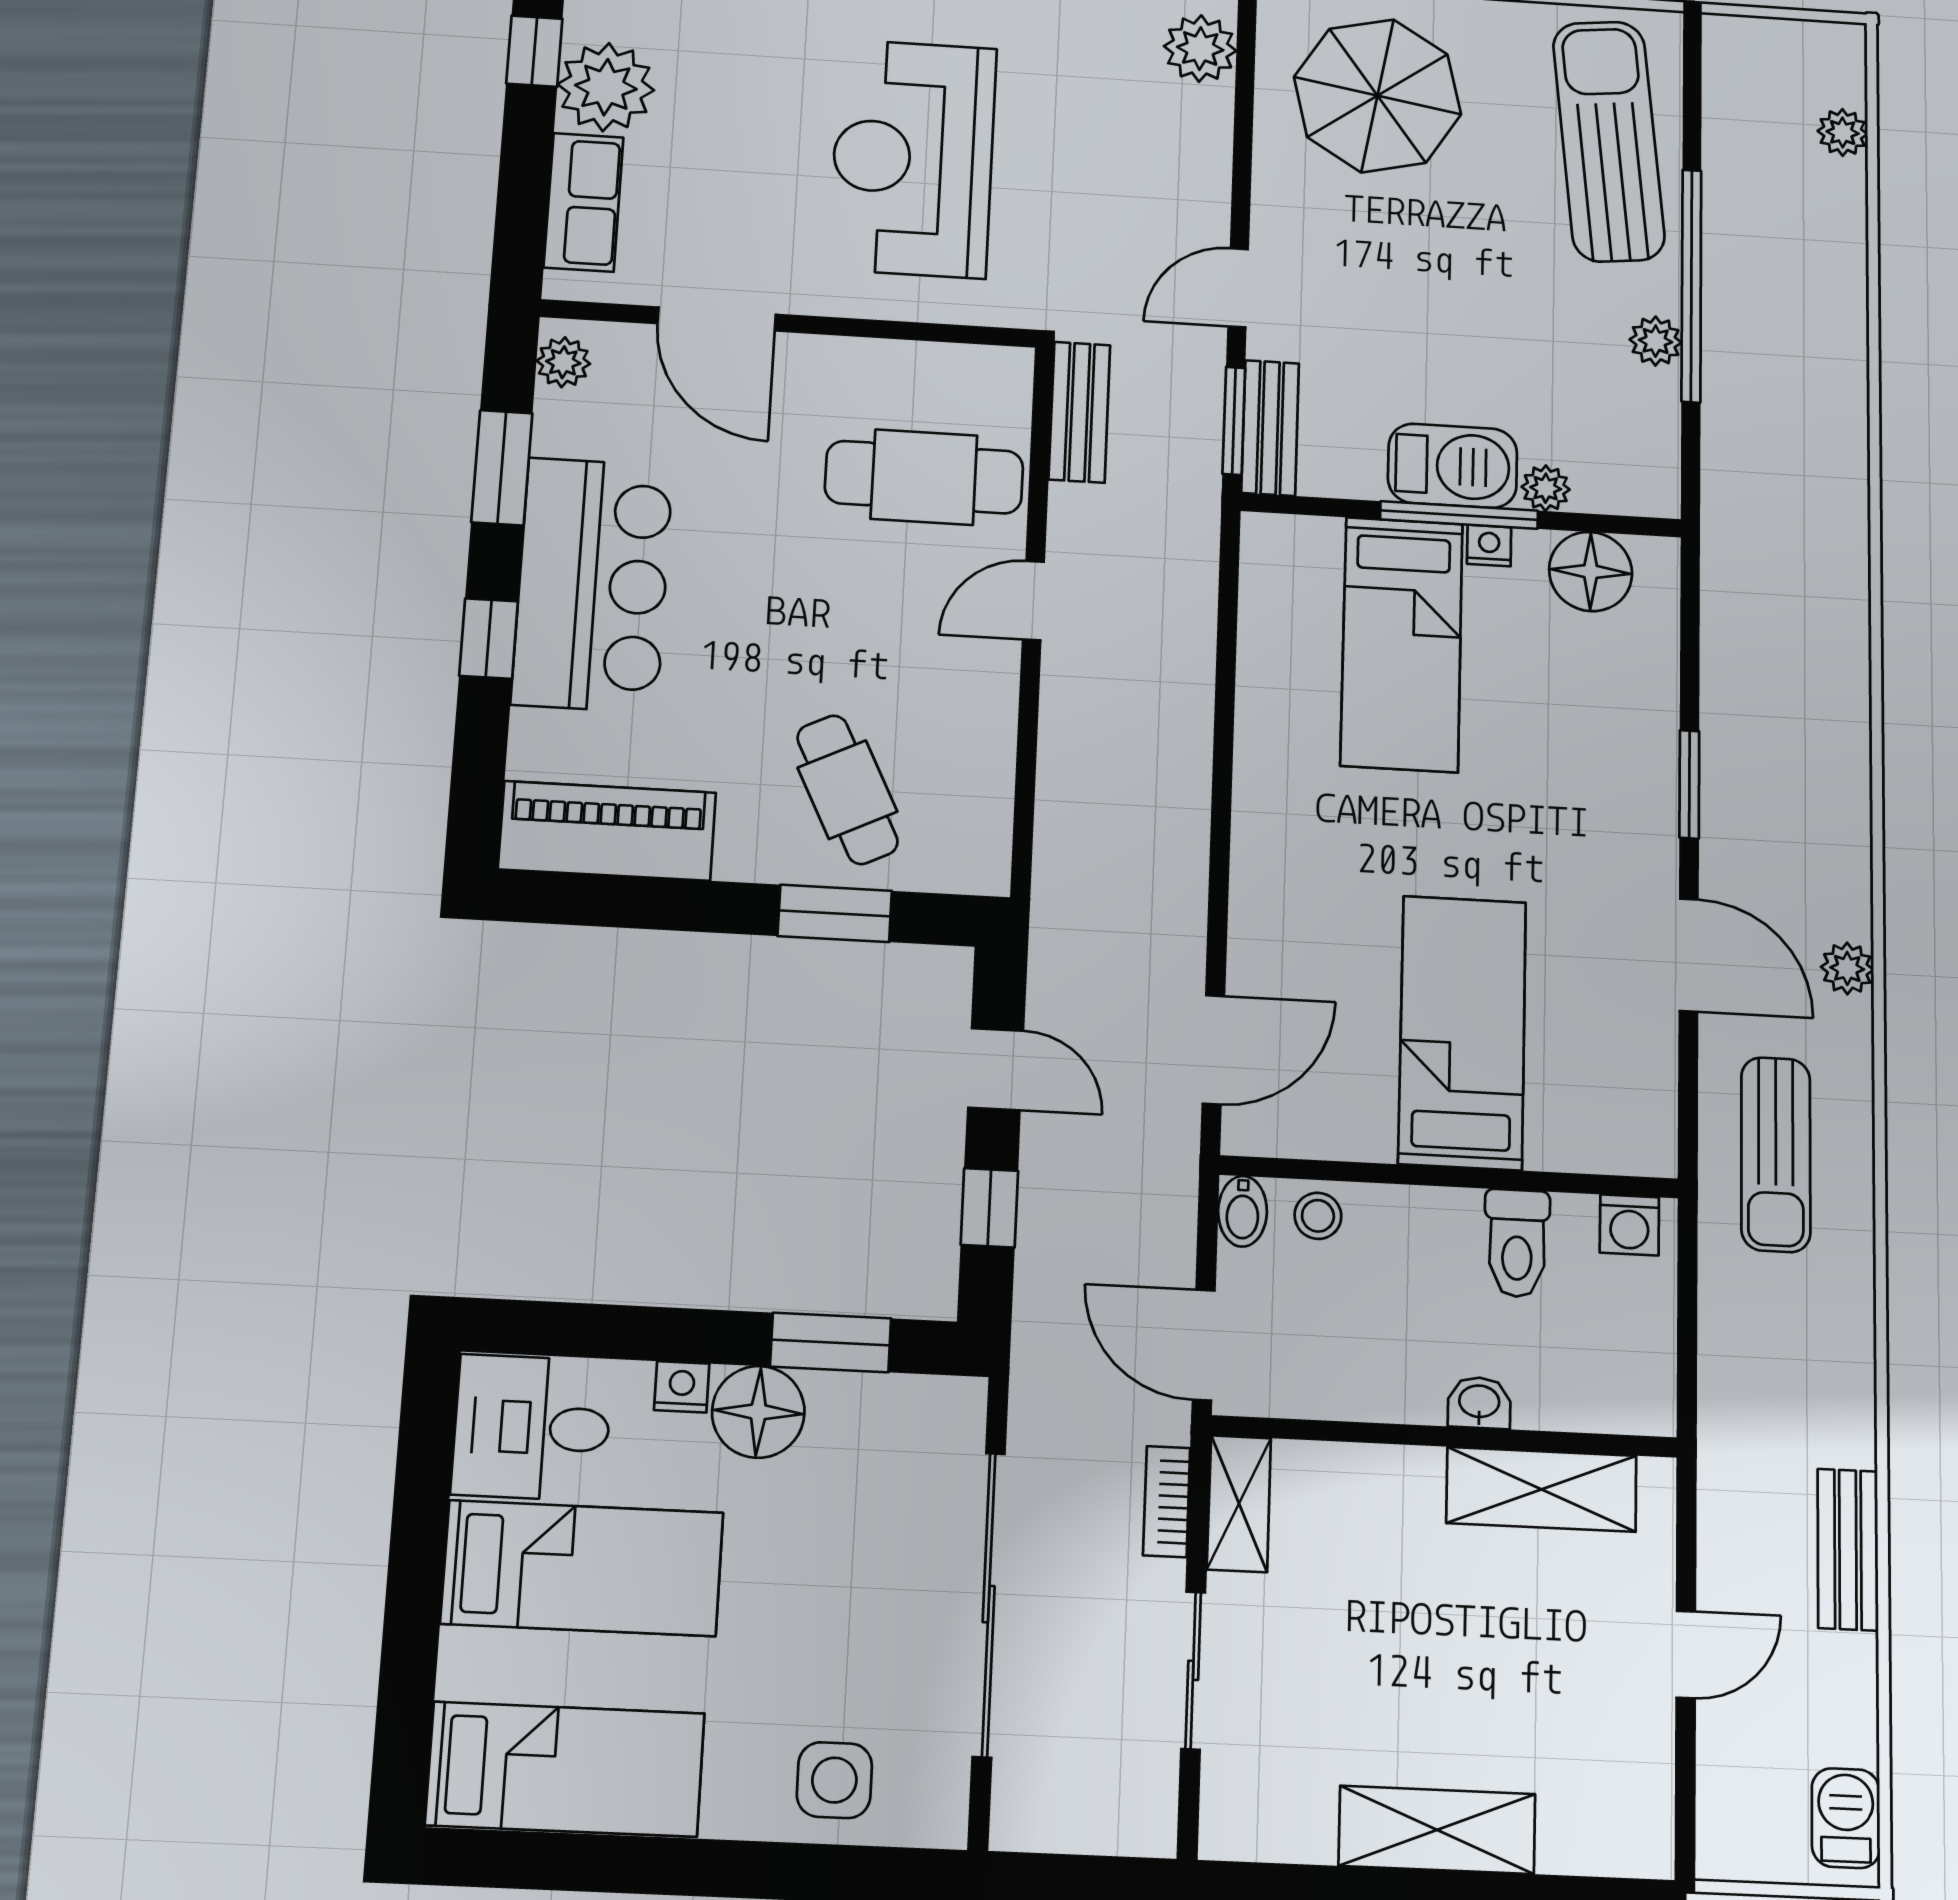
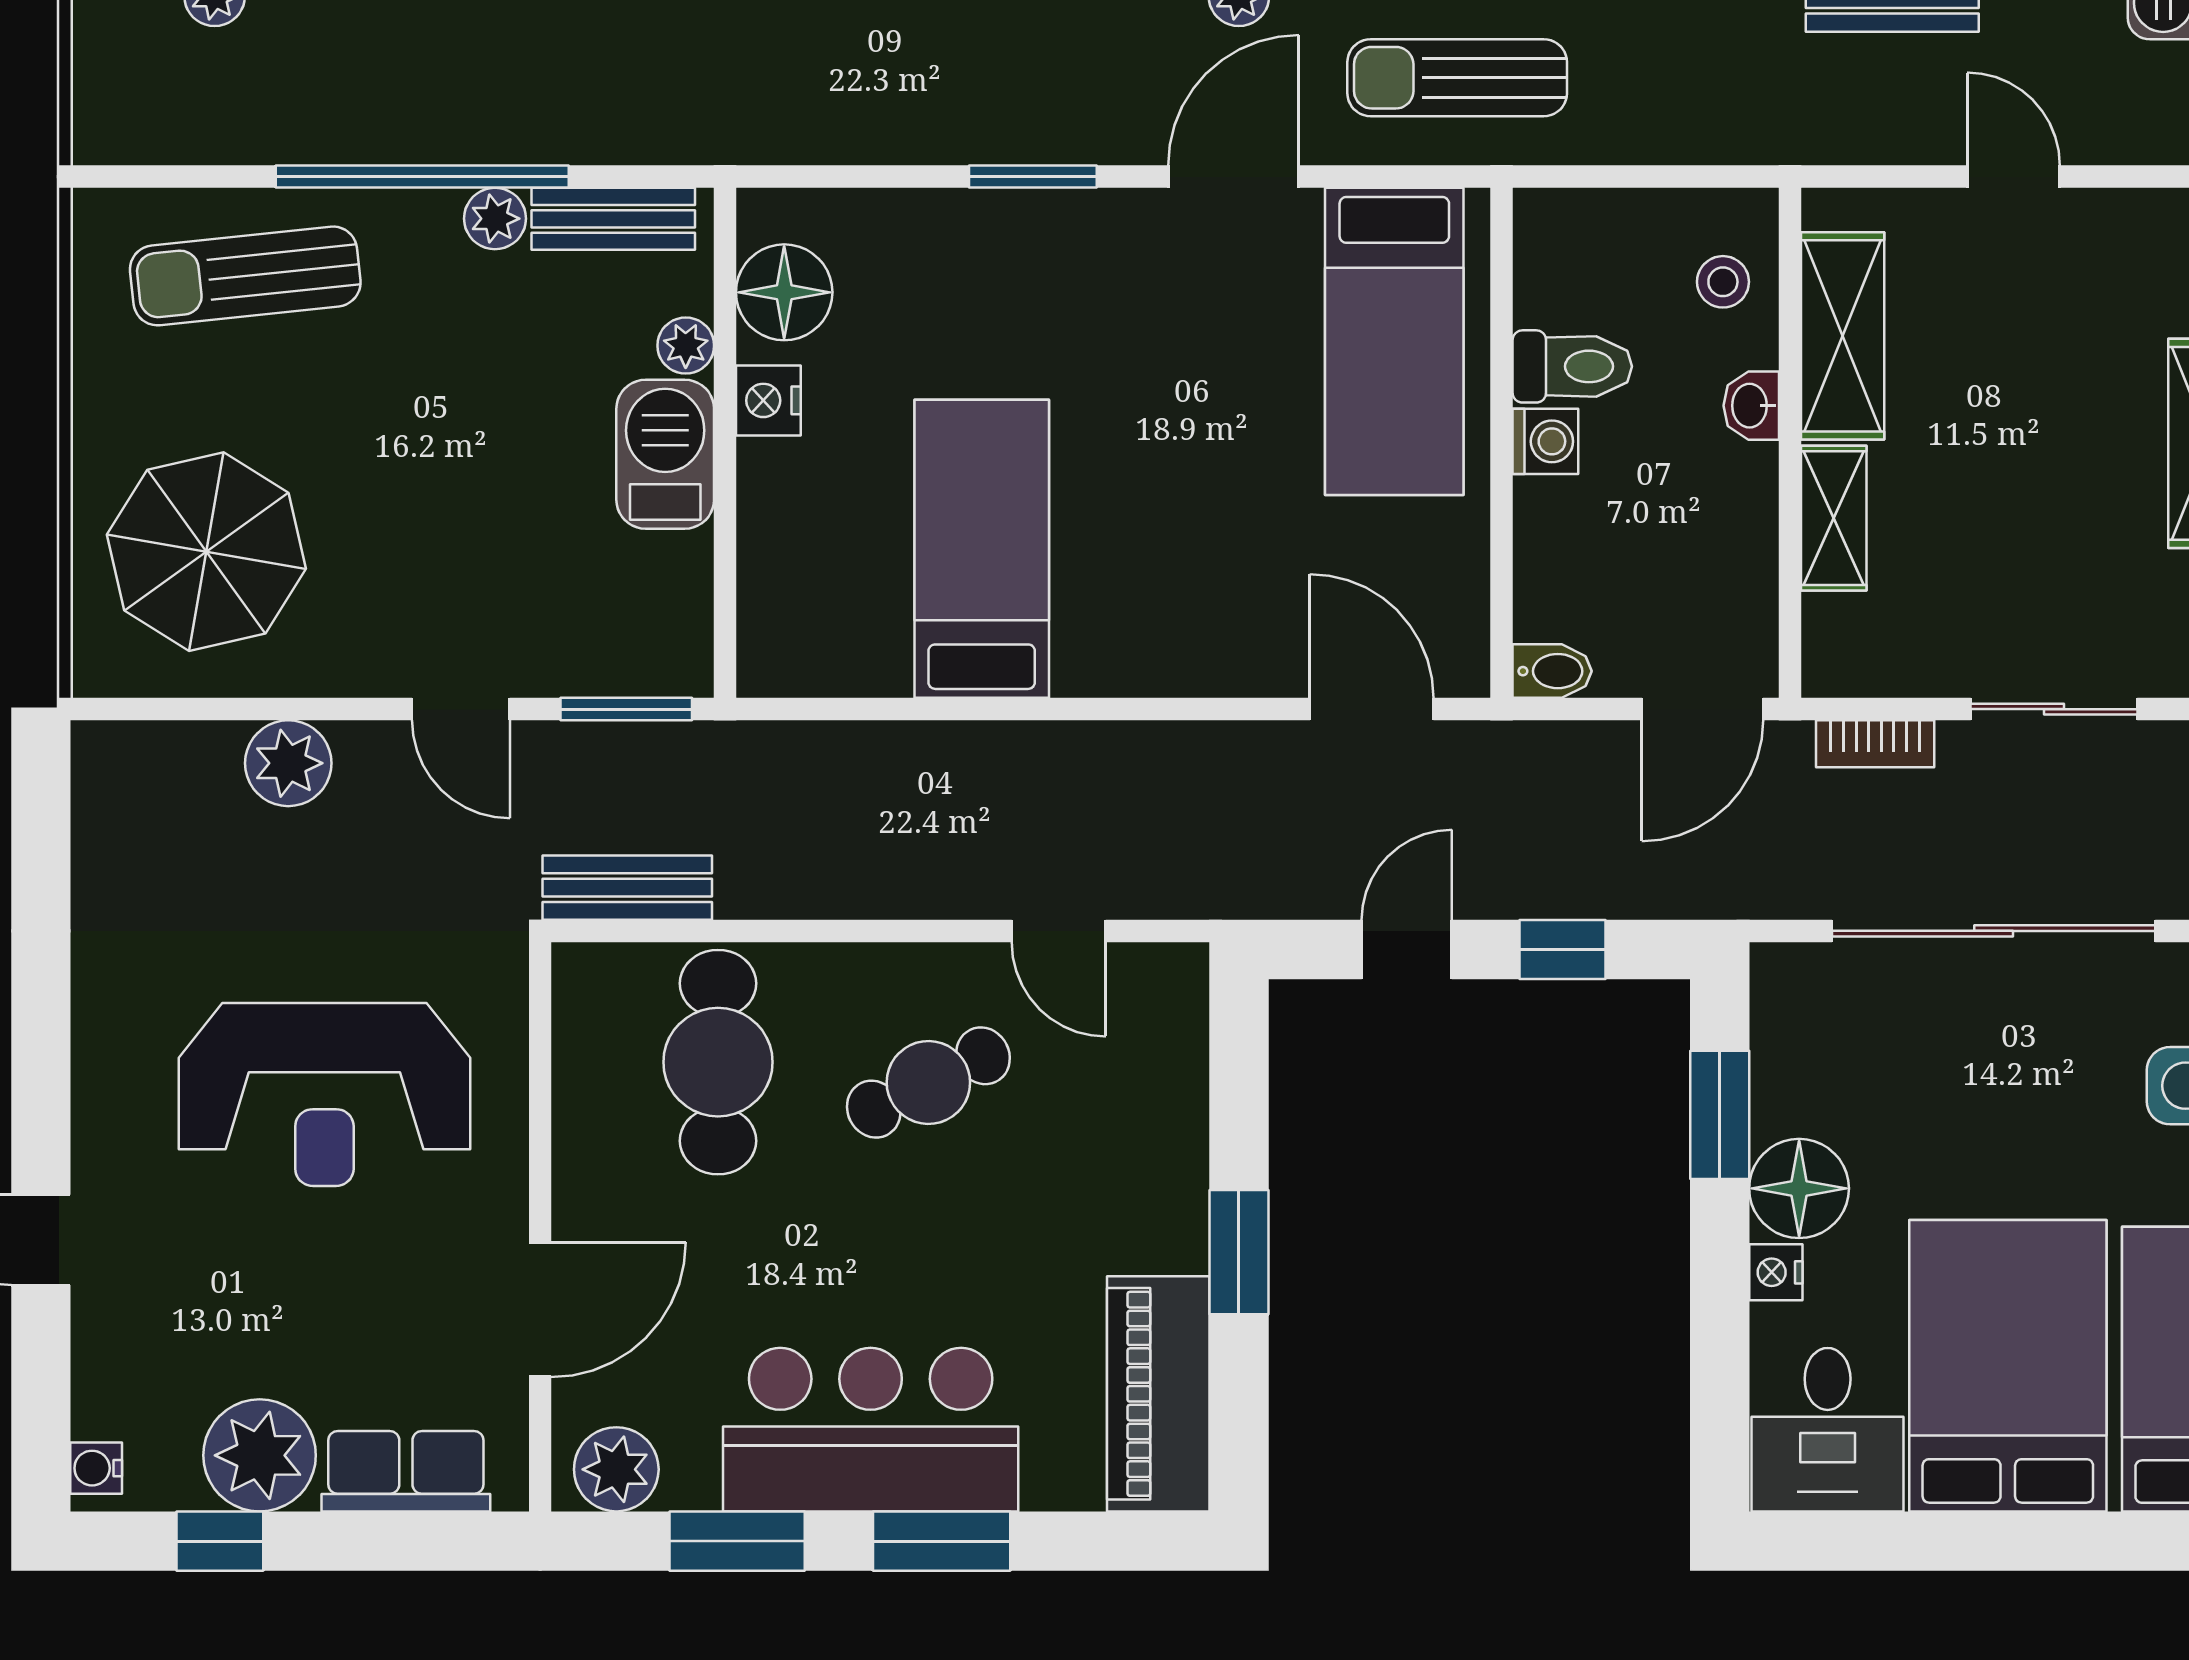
plant: (1200, 49) -> (288, 763), moved
sun lounger: (1609, 141) -> (245, 276), width x0.73, depth x0.75
plant: (563, 362) -> (616, 1469), width x1.38, depth x1.38
bench: (1270, 428) -> (613, 219), moved
window: (1459, 515) -> (725, 446), removed
nightstand: (1489, 546) -> (768, 400), width x1.39, depth x1.35
door: (1033, 601) -> (1059, 931), moved
window: (489, 639) -> (942, 1541), width x1.50
bed: (1402, 644) -> (982, 549), moved, turned -90
cafe table: (847, 790) -> (928, 1082), moved
window: (835, 913) -> (1239, 1252), moved
bed: (1462, 1032) -> (1394, 341), moved, turned -90
sun lounger: (1776, 1154) -> (1457, 78), turned 180
stool: (1318, 1216) -> (1723, 282), moved
washing machine: (1629, 1225) -> (1545, 441), moved
shelving: (1239, 1504) -> (1834, 518), moved, turned 90
bed: (582, 1568) -> (2008, 1366), width x1.50

